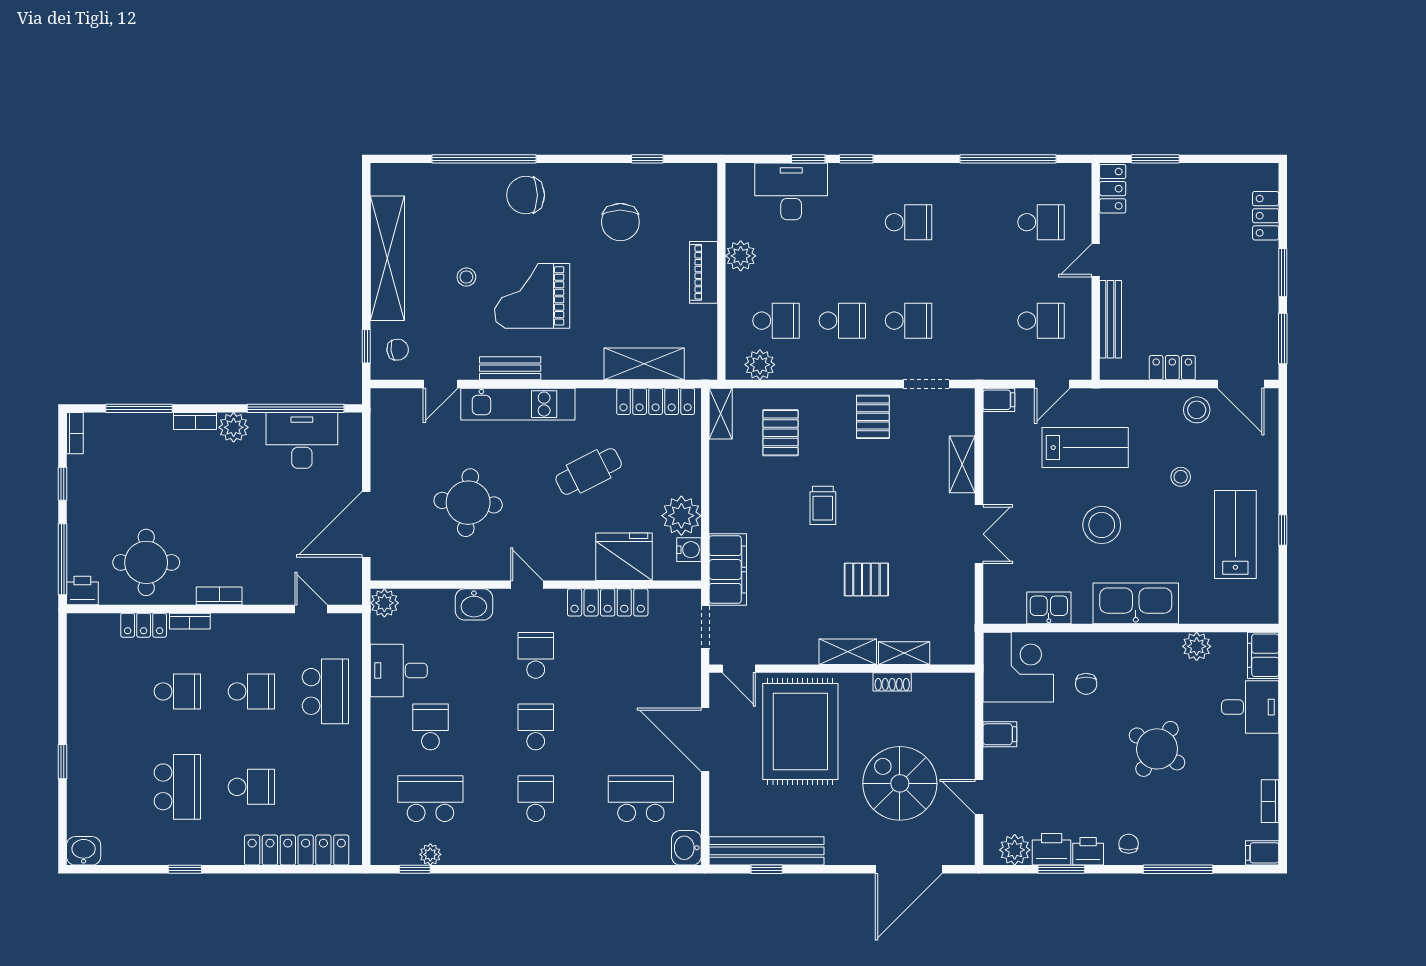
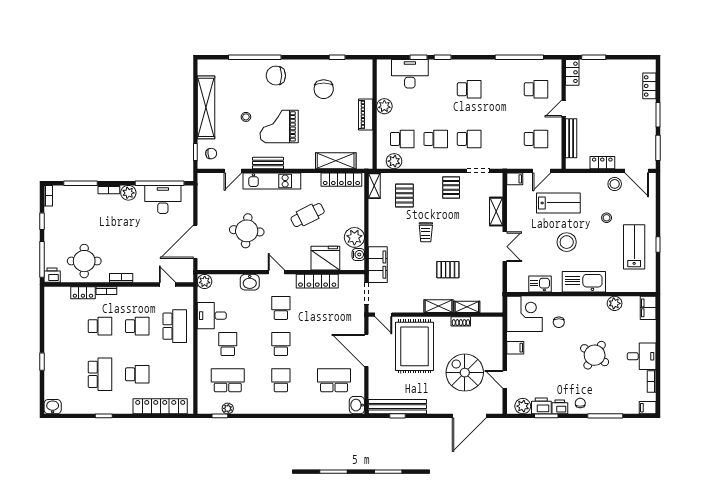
desk: (1250, 707) -> (642, 356), moved

